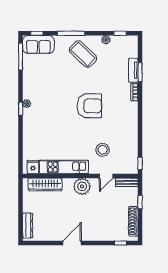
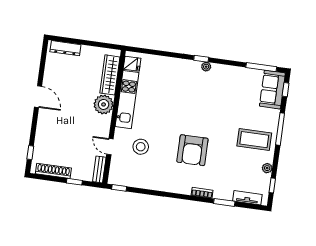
coffee table: (83, 54) -> (254, 140), turned 46
tv unit: (133, 70) -> (247, 198), moved
armchair: (89, 106) -> (192, 150), moved
plant: (82, 186) -> (104, 104), moved

